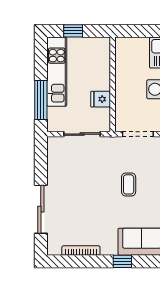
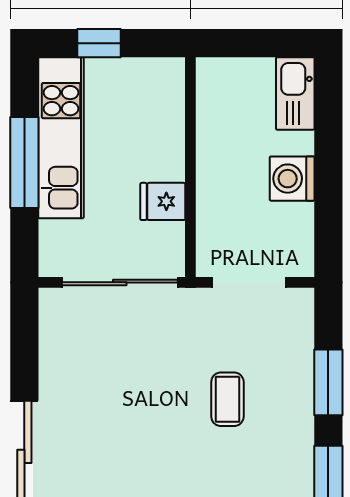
window: (41, 100) -> (24, 162), moved
sliding door: (82, 134) -> (120, 282), width x1.37

